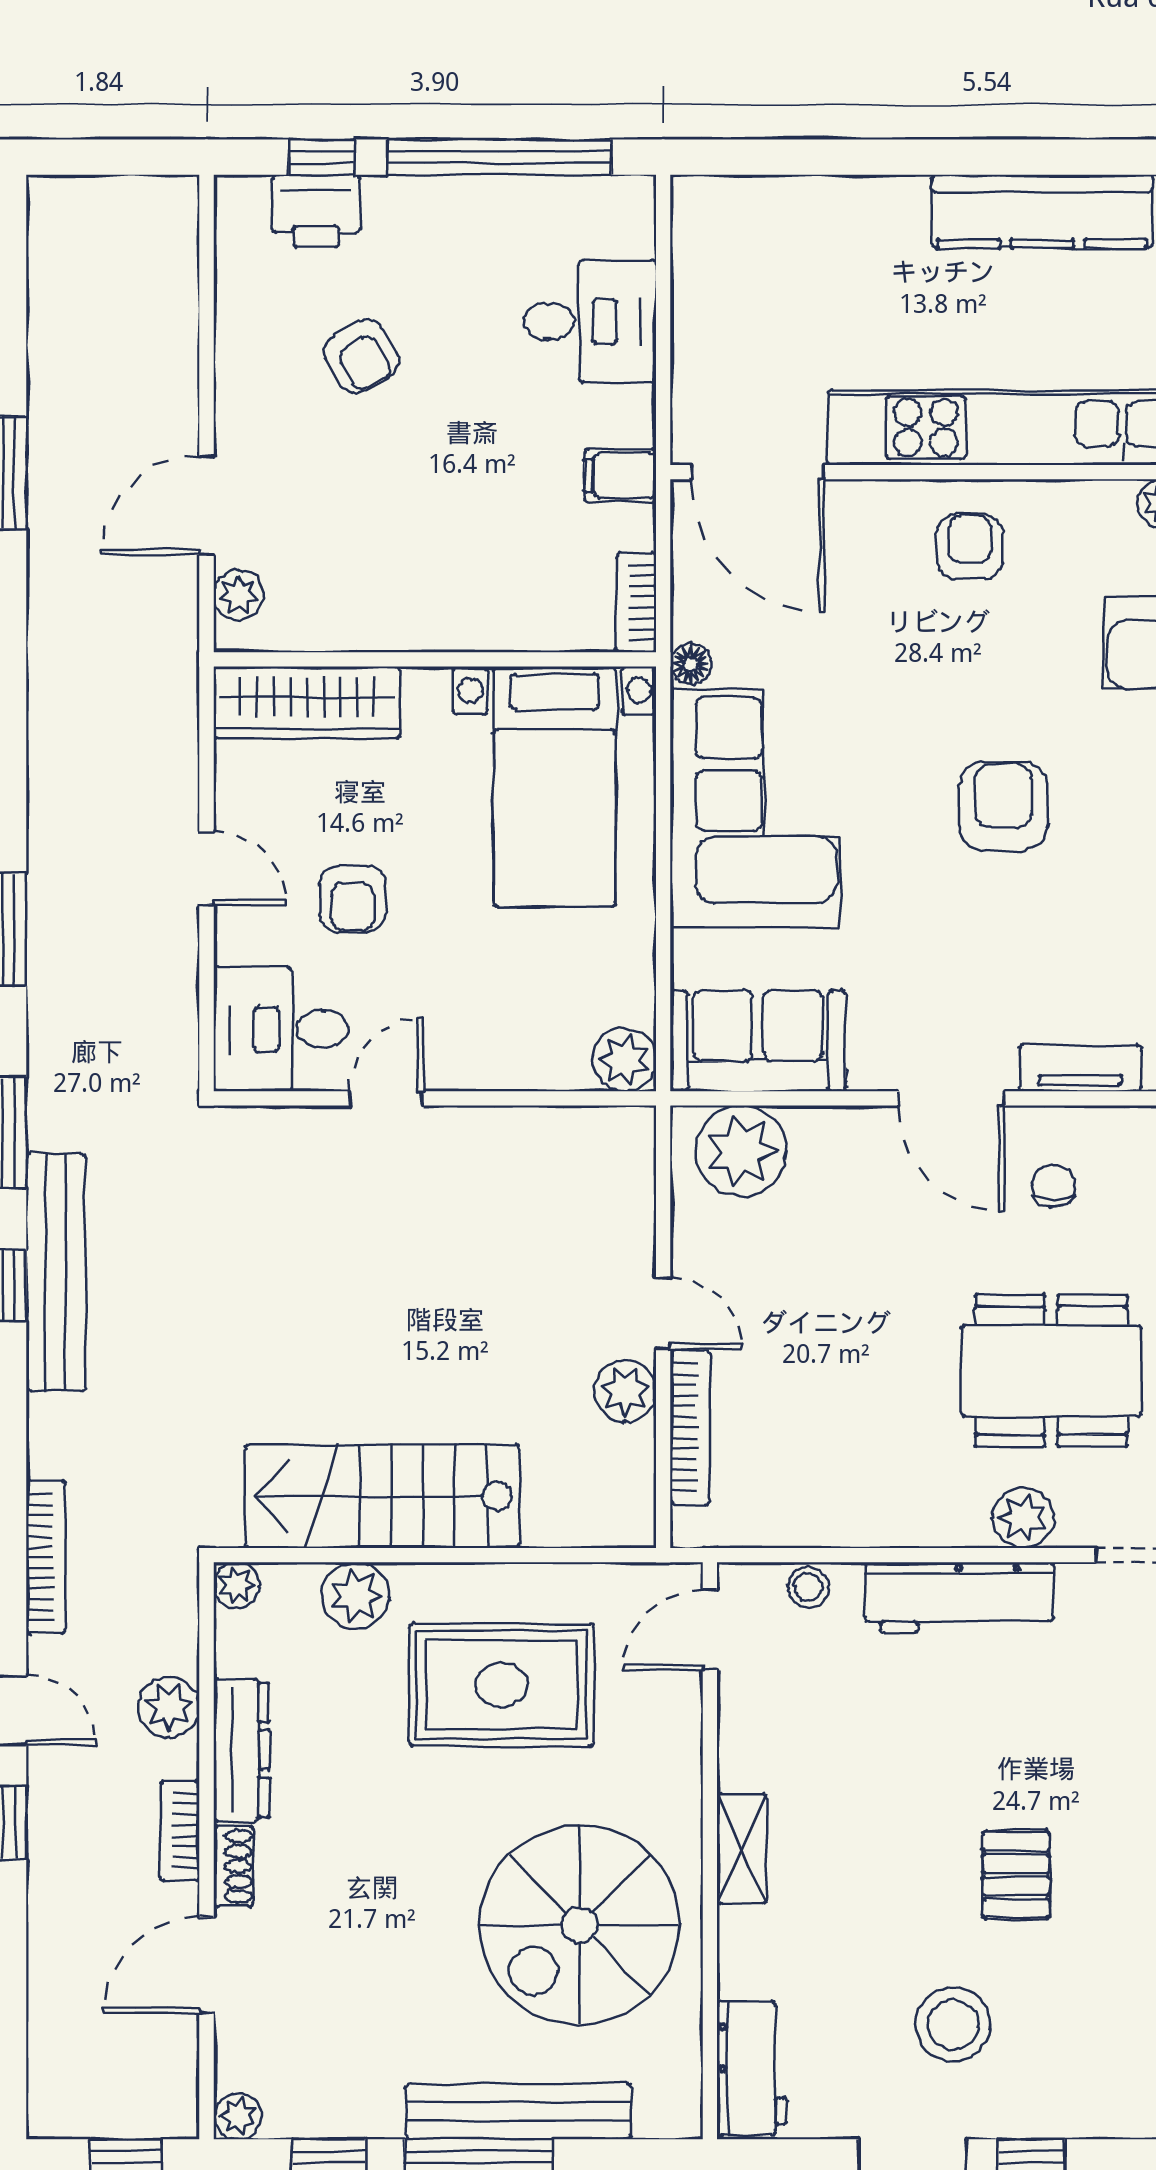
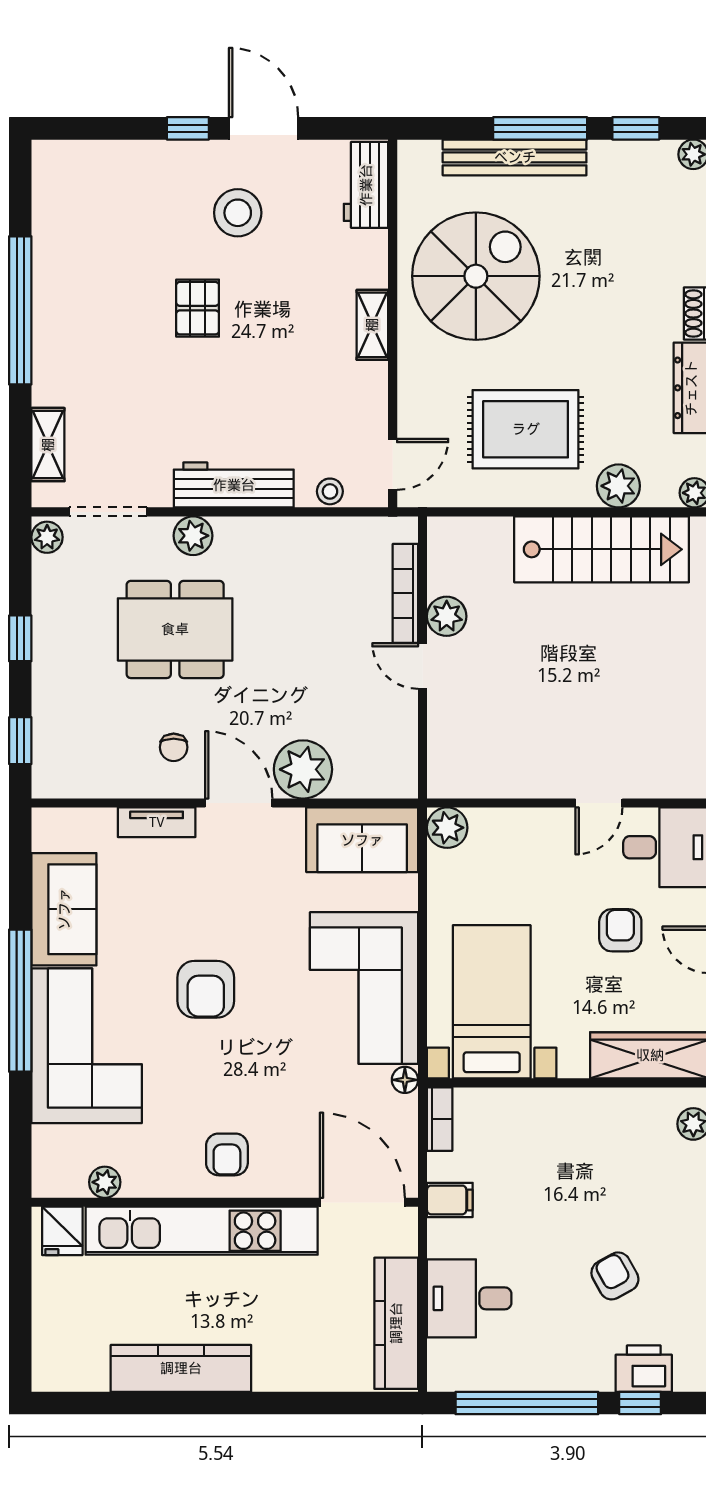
kitchen counter: (704, 282) -> (396, 1323), added
plant: (741, 1151) -> (303, 769), moved

